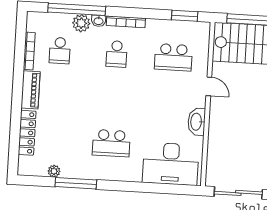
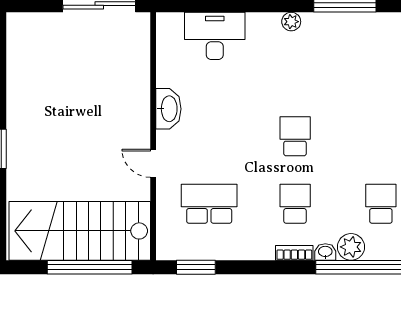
bookcase: (126, 22) -> (294, 253), width x0.64
school desk: (111, 143) -> (295, 136), moved, width x0.54
desk: (171, 164) -> (215, 36), width x0.73, depth x0.77
plant: (54, 171) -> (291, 22), moved

